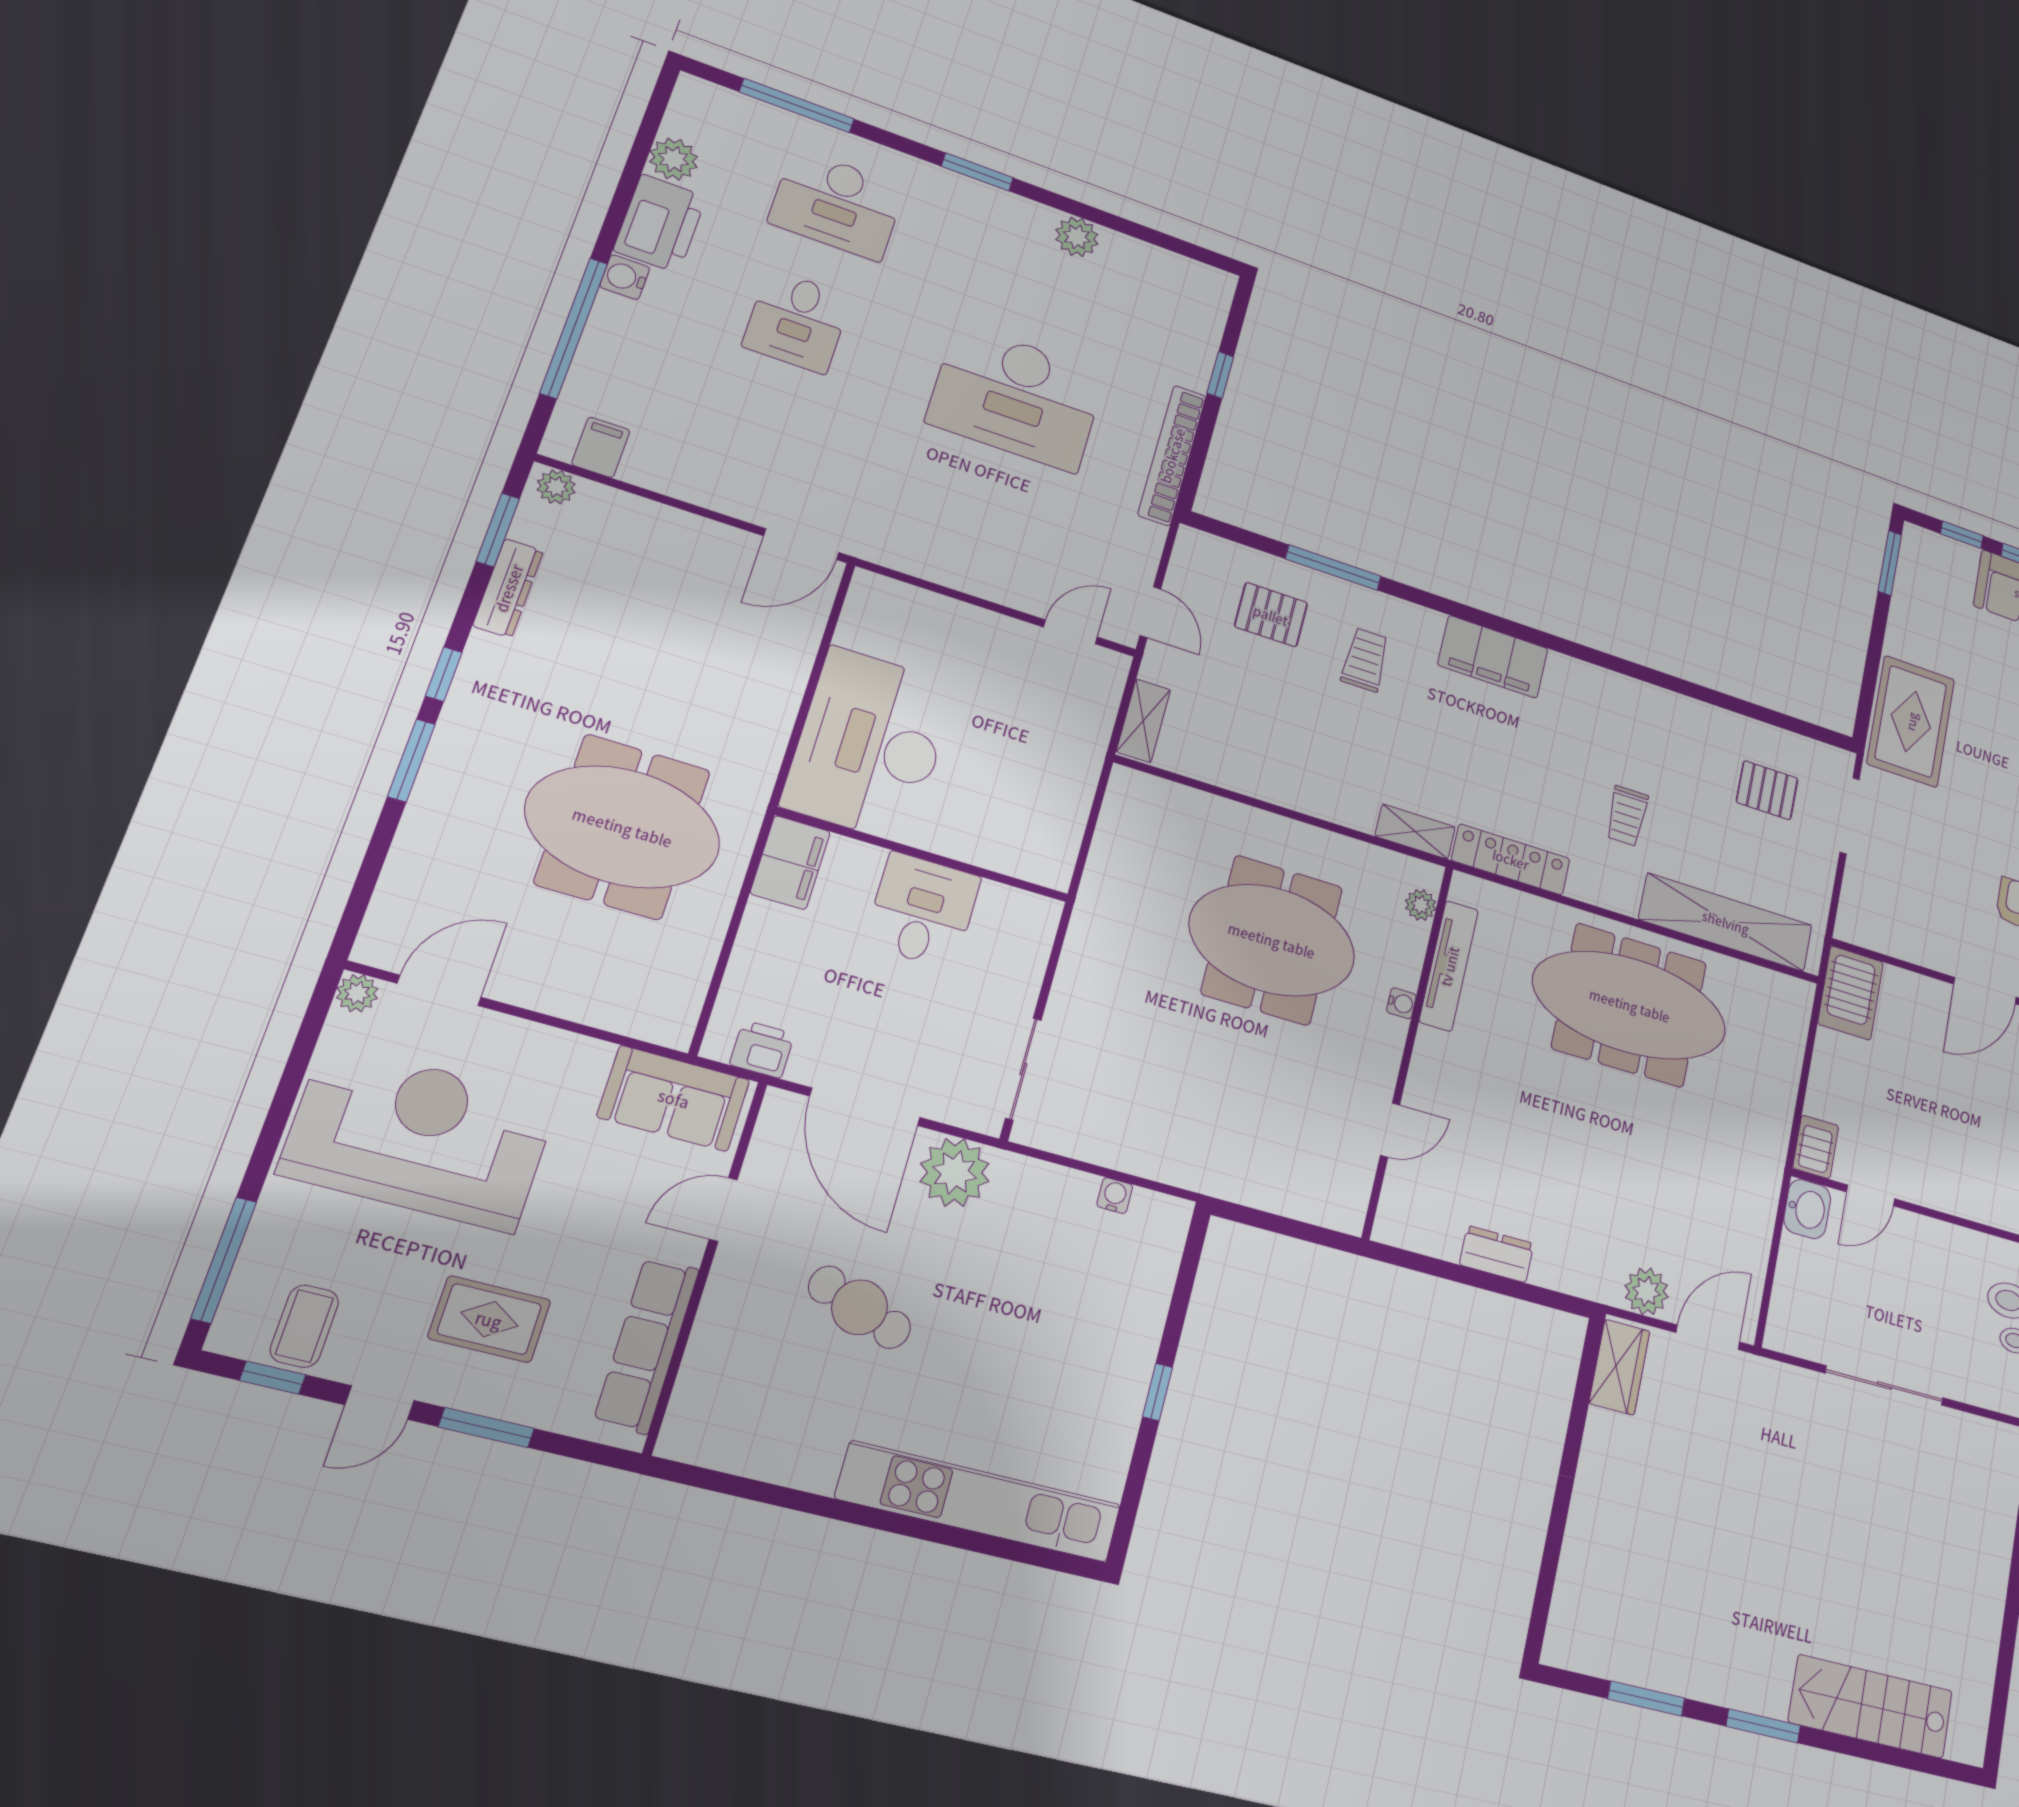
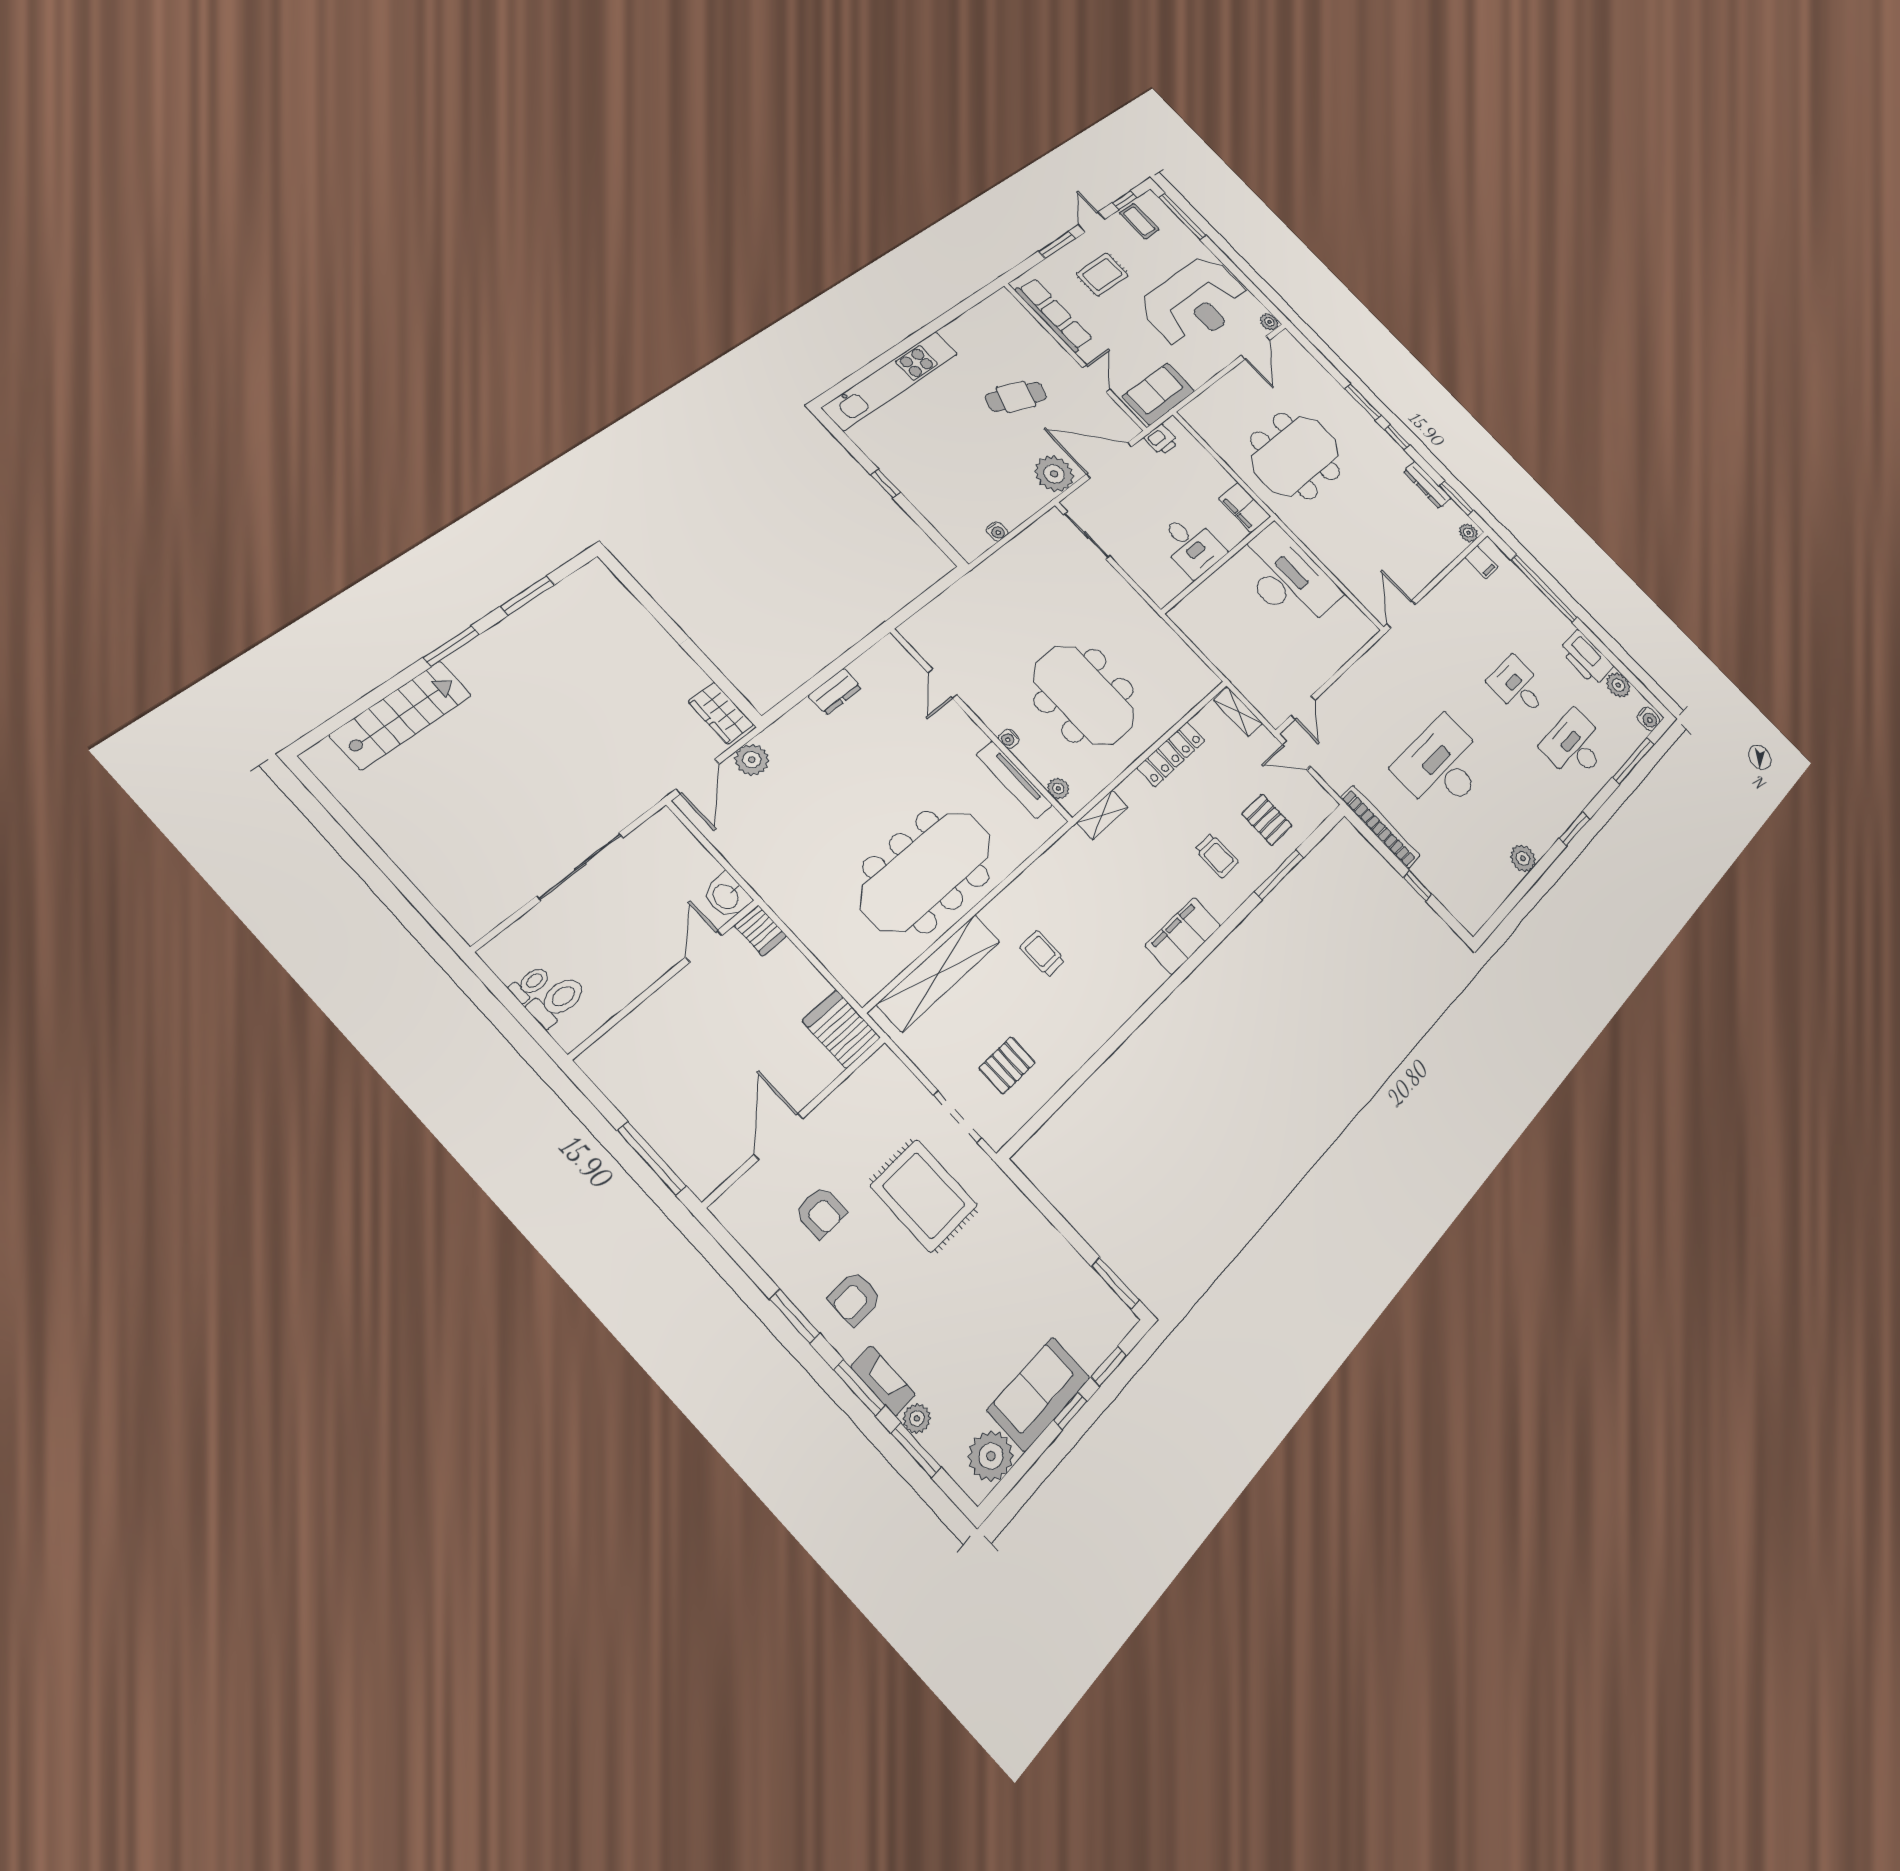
water cooler: (625, 277) -> (1649, 719), moved, turned 90
pallet: (1271, 615) -> (1267, 820), turned 90
rug: (1911, 721) -> (924, 1196), moved
locker: (1511, 859) -> (1171, 754), moved
meeting table: (1272, 940) -> (1084, 695), turned 90

